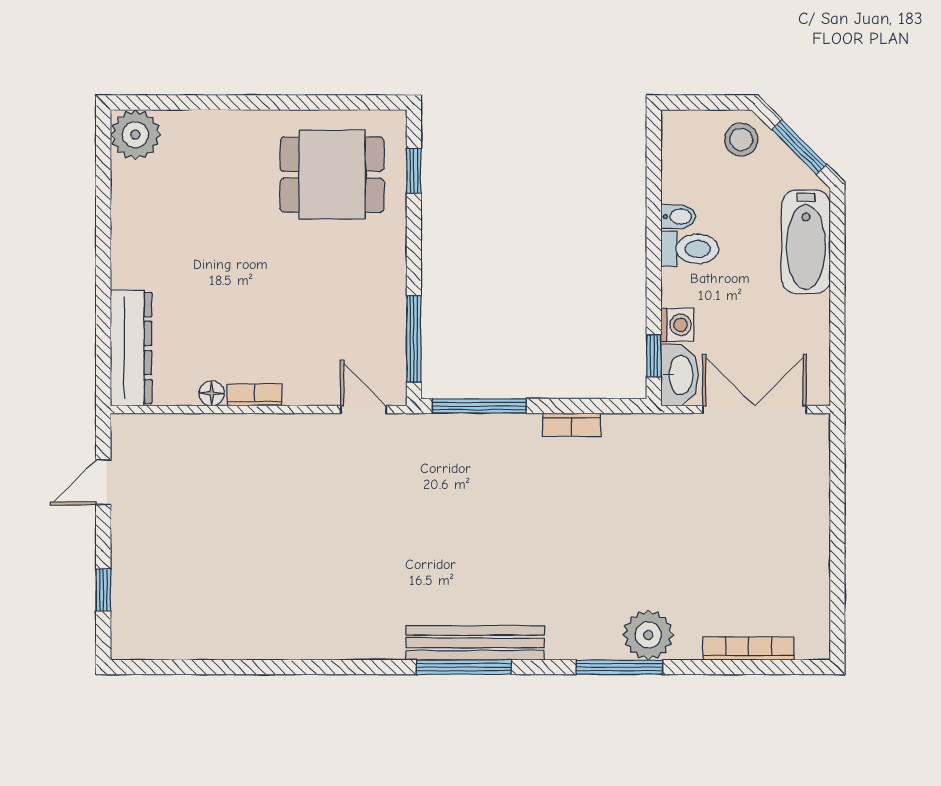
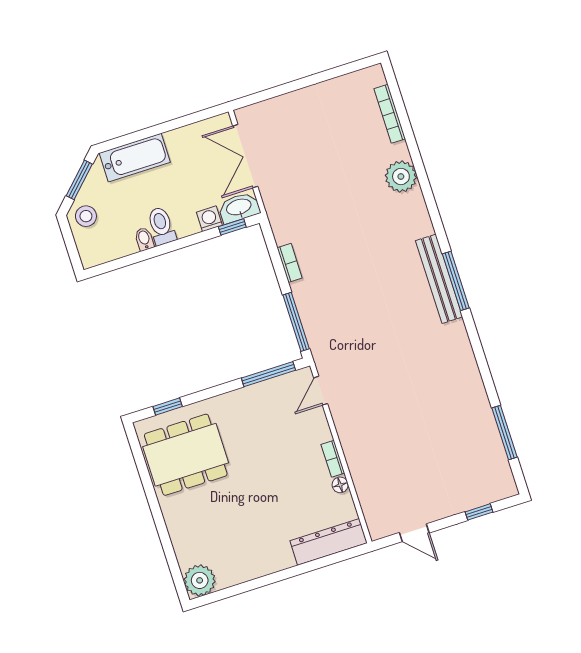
dining table: (332, 175) -> (186, 455), width x1.38
window: (619, 667) -> (504, 433), moved

